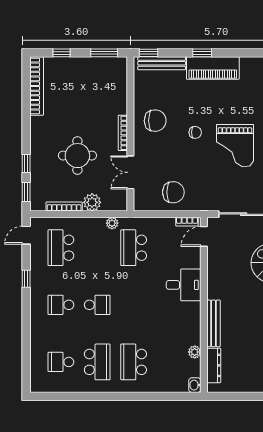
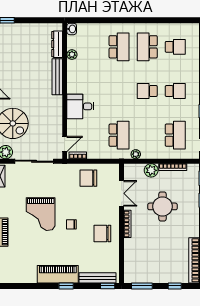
grand piano: (235, 146) -> (41, 214), turned 180

